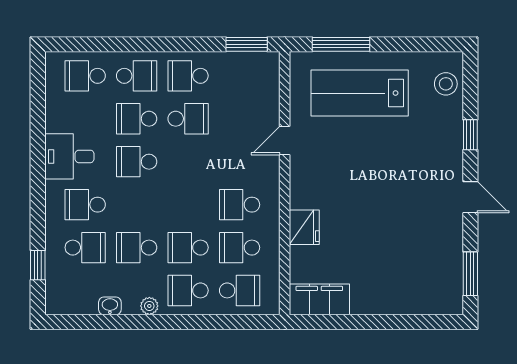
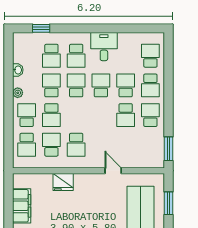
window: (341, 44) -> (169, 203), width x0.69
school desk: (85, 205) -> (76, 56), turned 180
school desk: (137, 205) -> (76, 85), added
school desk: (240, 205) -> (76, 145), turned 180
school desk: (188, 248) -> (51, 115), turned 180
filing cabinet: (319, 299) -> (22, 206), moved

